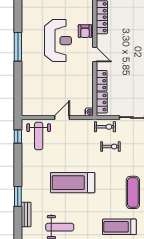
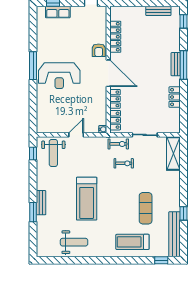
reception desk: (58, 41) -> (59, 76), moved, turned 90
door: (95, 55) -> (108, 73), width x1.88
treadmill: (73, 183) -> (87, 199), turned -90
bench: (26, 214) -> (41, 203), moved

